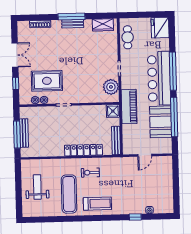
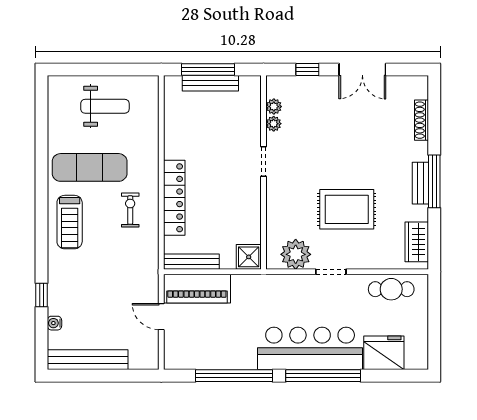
fridge: (160, 28) -> (384, 353), moved
rug: (47, 81) -> (347, 209), moved, turned 90
piano: (129, 107) -> (197, 289), moved
booth: (161, 122) -> (225, 349), removed
bench: (168, 192) -> (88, 360), added

